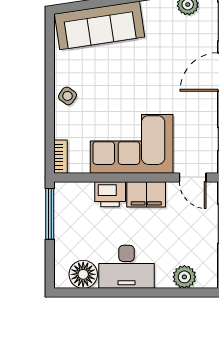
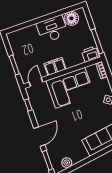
door: (193, 177) -> (36, 82), hinge flipped
printer: (110, 194) -> (90, 54), moved
plant: (184, 277) -> (23, 34), removed

